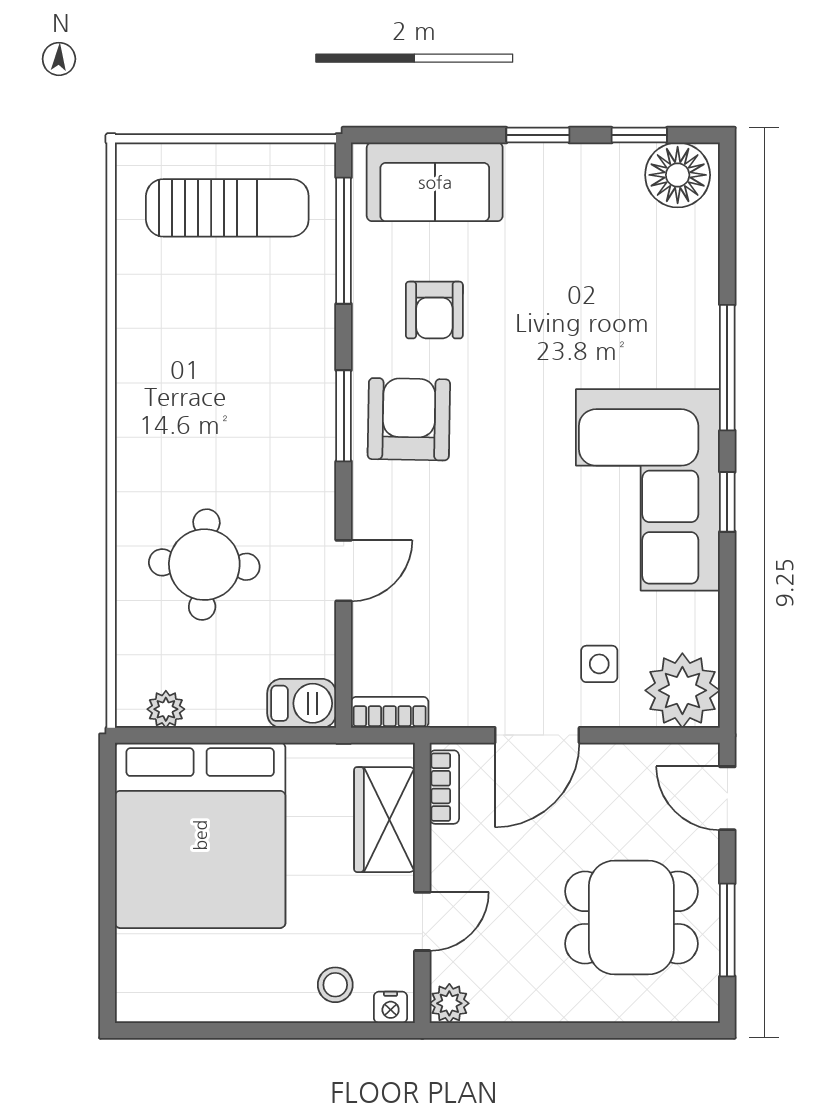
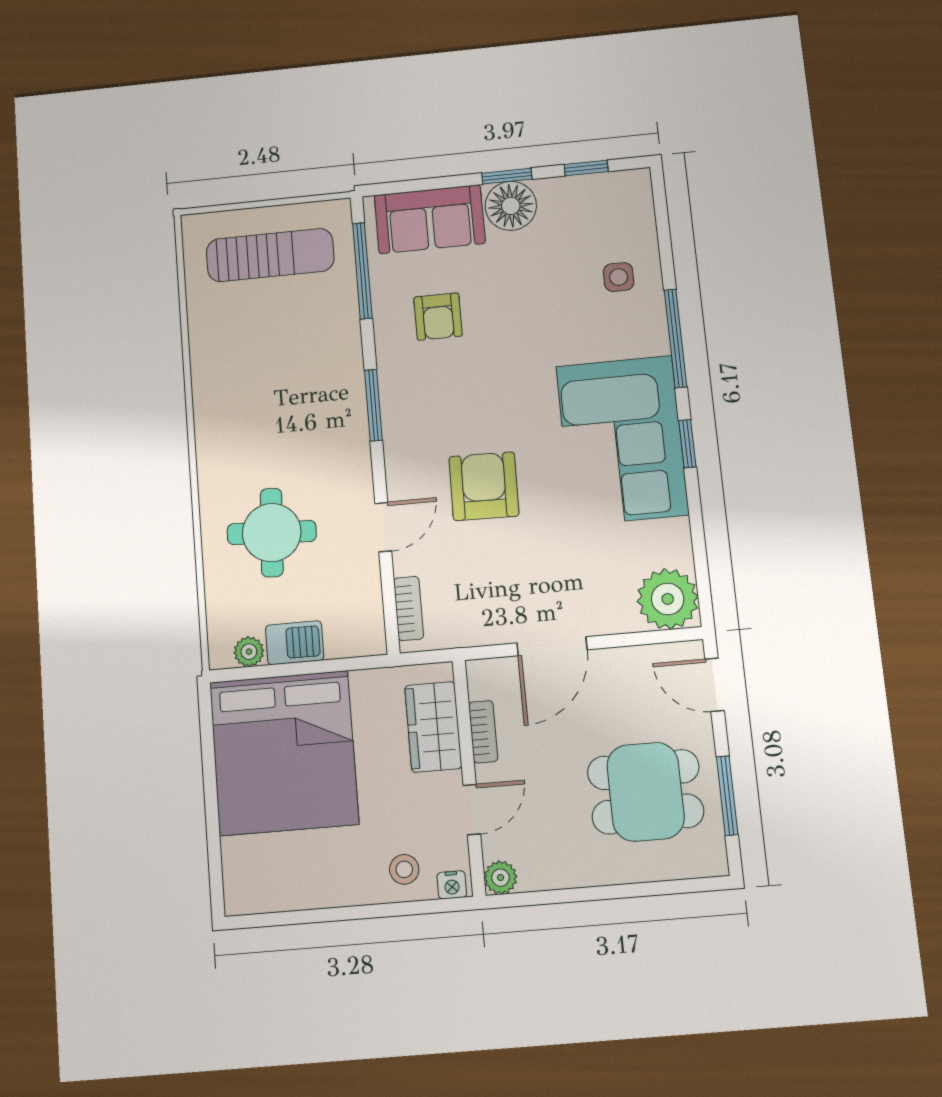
floor lamp: (678, 175) -> (511, 206), moved
armchair: (409, 419) -> (484, 486), moved
side table: (599, 664) -> (619, 277), moved
barbecue: (302, 703) -> (295, 643), moved
bookcase: (390, 712) -> (409, 608), moved, turned 90
bookcase: (444, 787) -> (483, 732), moved

